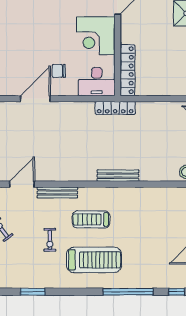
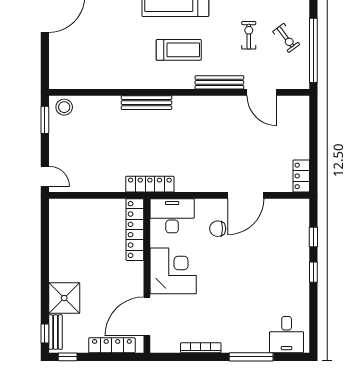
chair: (59, 71) -> (218, 229), turned 180
door: (22, 184) -> (262, 92), hinge flipped
exercise bike: (50, 240) -> (249, 35), moved

